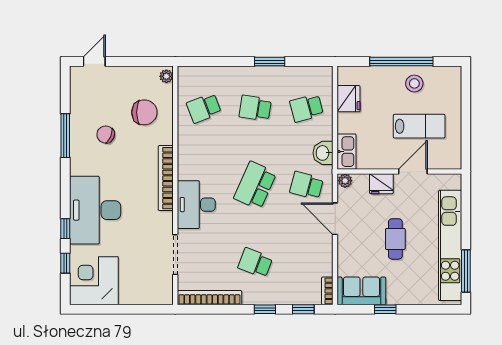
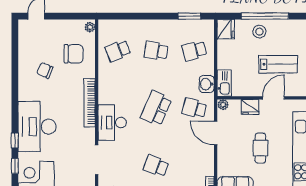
window: (270, 62) -> (189, 16), moved
stool: (414, 83) -> (259, 32), moved
fridge: (349, 99) -> (226, 29), moved
window: (65, 136) -> (15, 71), removed

